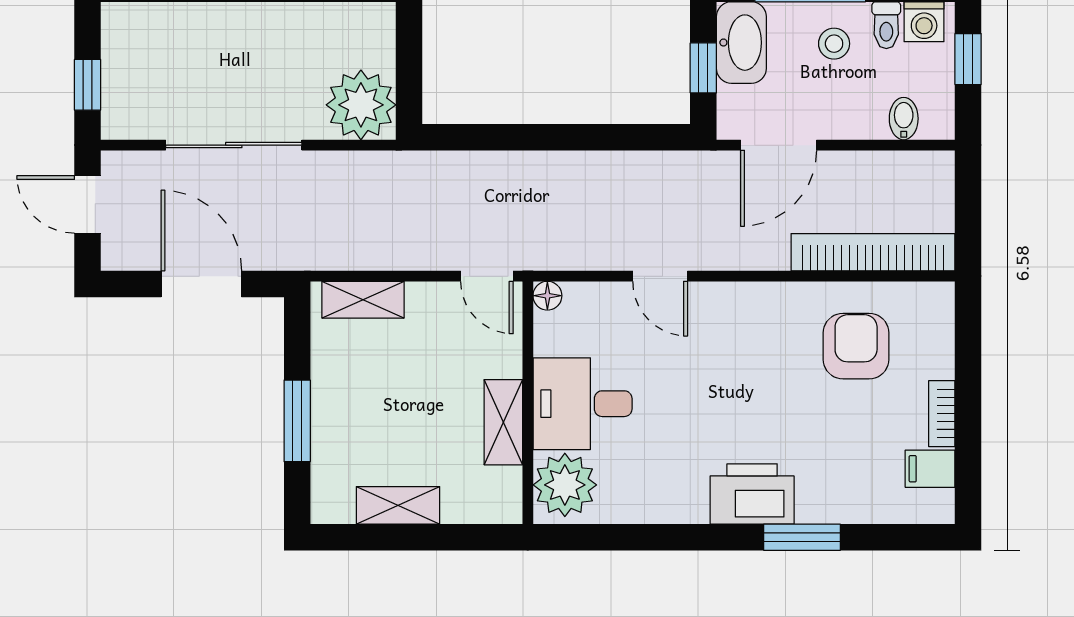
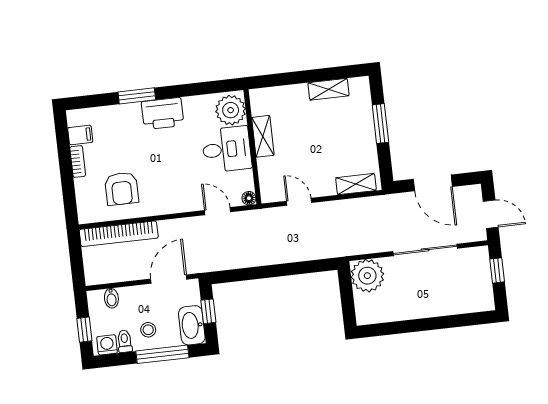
floor lamp: (547, 296) -> (249, 198), moved
wall: (528, 403) -> (252, 147), moved
desk: (583, 404) -> (227, 149), moved
shelving: (503, 422) -> (263, 136), moved
plant: (565, 485) -> (231, 110), moved

